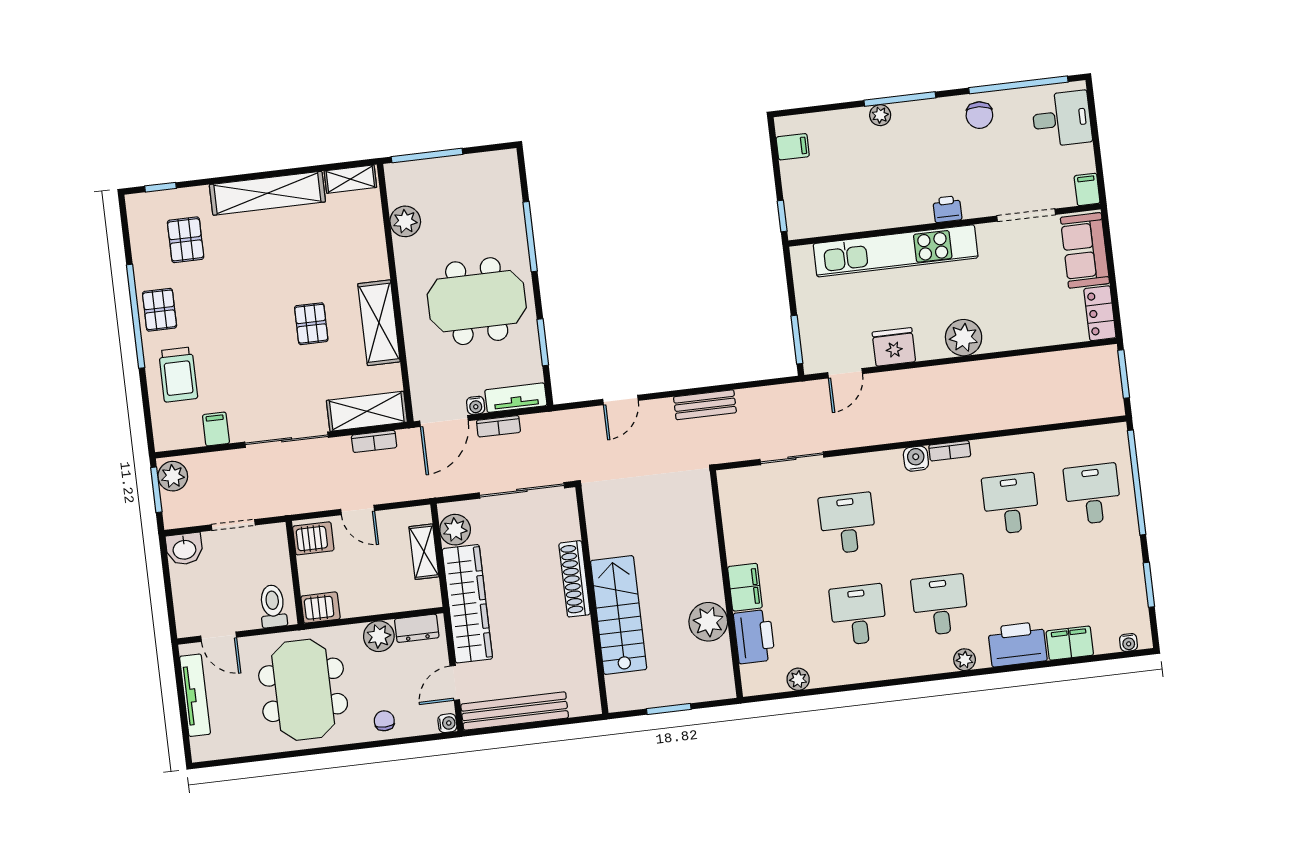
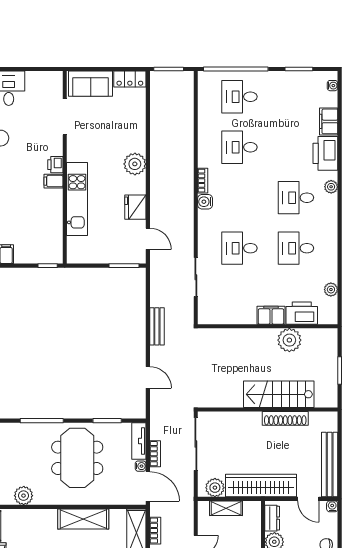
filing cabinet: (1087, 189) -> (54, 181), moved
kitchen unit: (896, 251) -> (77, 199), width x0.73
shoe rack: (575, 579) -> (285, 418), moved

